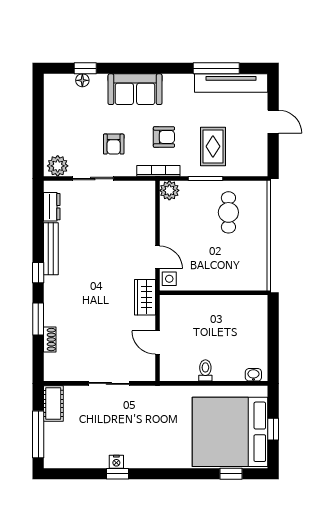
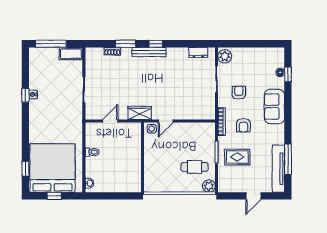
armchair: (114, 144) -> (239, 93), turned 90
plant: (169, 190) -> (209, 186), moved
bench: (51, 249) -> (149, 52), moved

